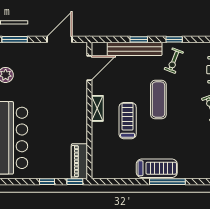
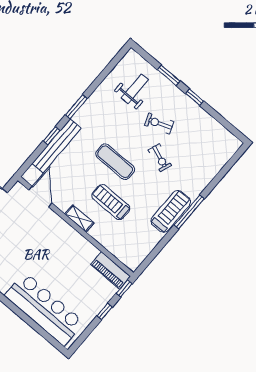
window: (174, 39) -> (76, 107), width x1.50
exercise bike: (174, 61) -> (160, 158), moved

